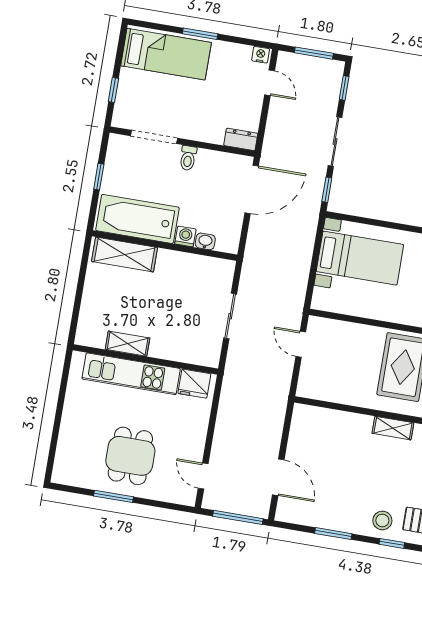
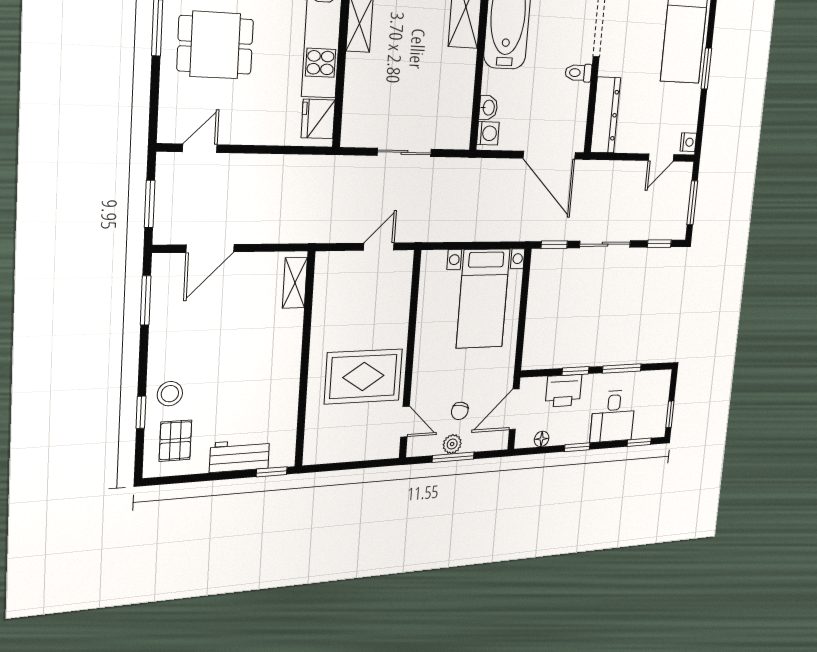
dresser: (241, 139) -> (606, 115), width x1.96, depth x1.24
washing machine: (185, 236) -> (488, 133), moved
shelving: (393, 428) -> (295, 283), moved
window: (238, 517) -> (150, 204), width x0.69
window: (333, 534) -> (146, 300), moved

